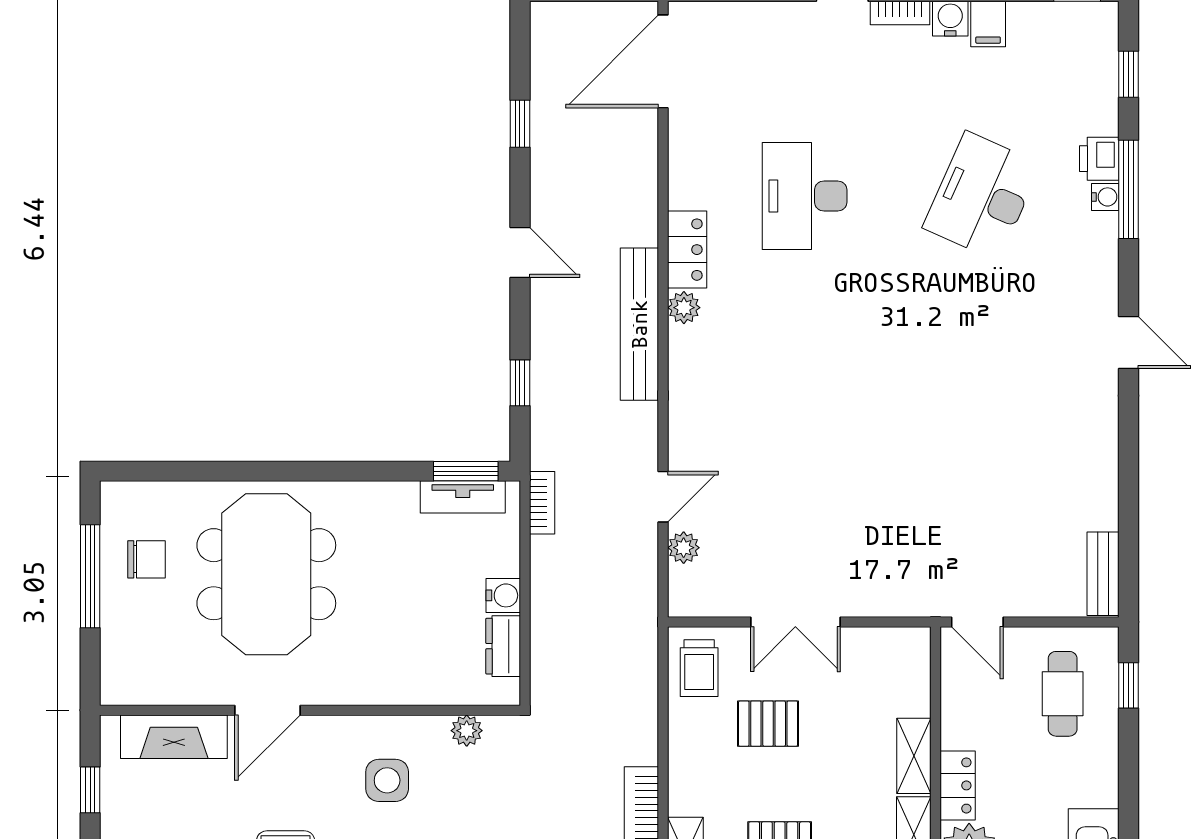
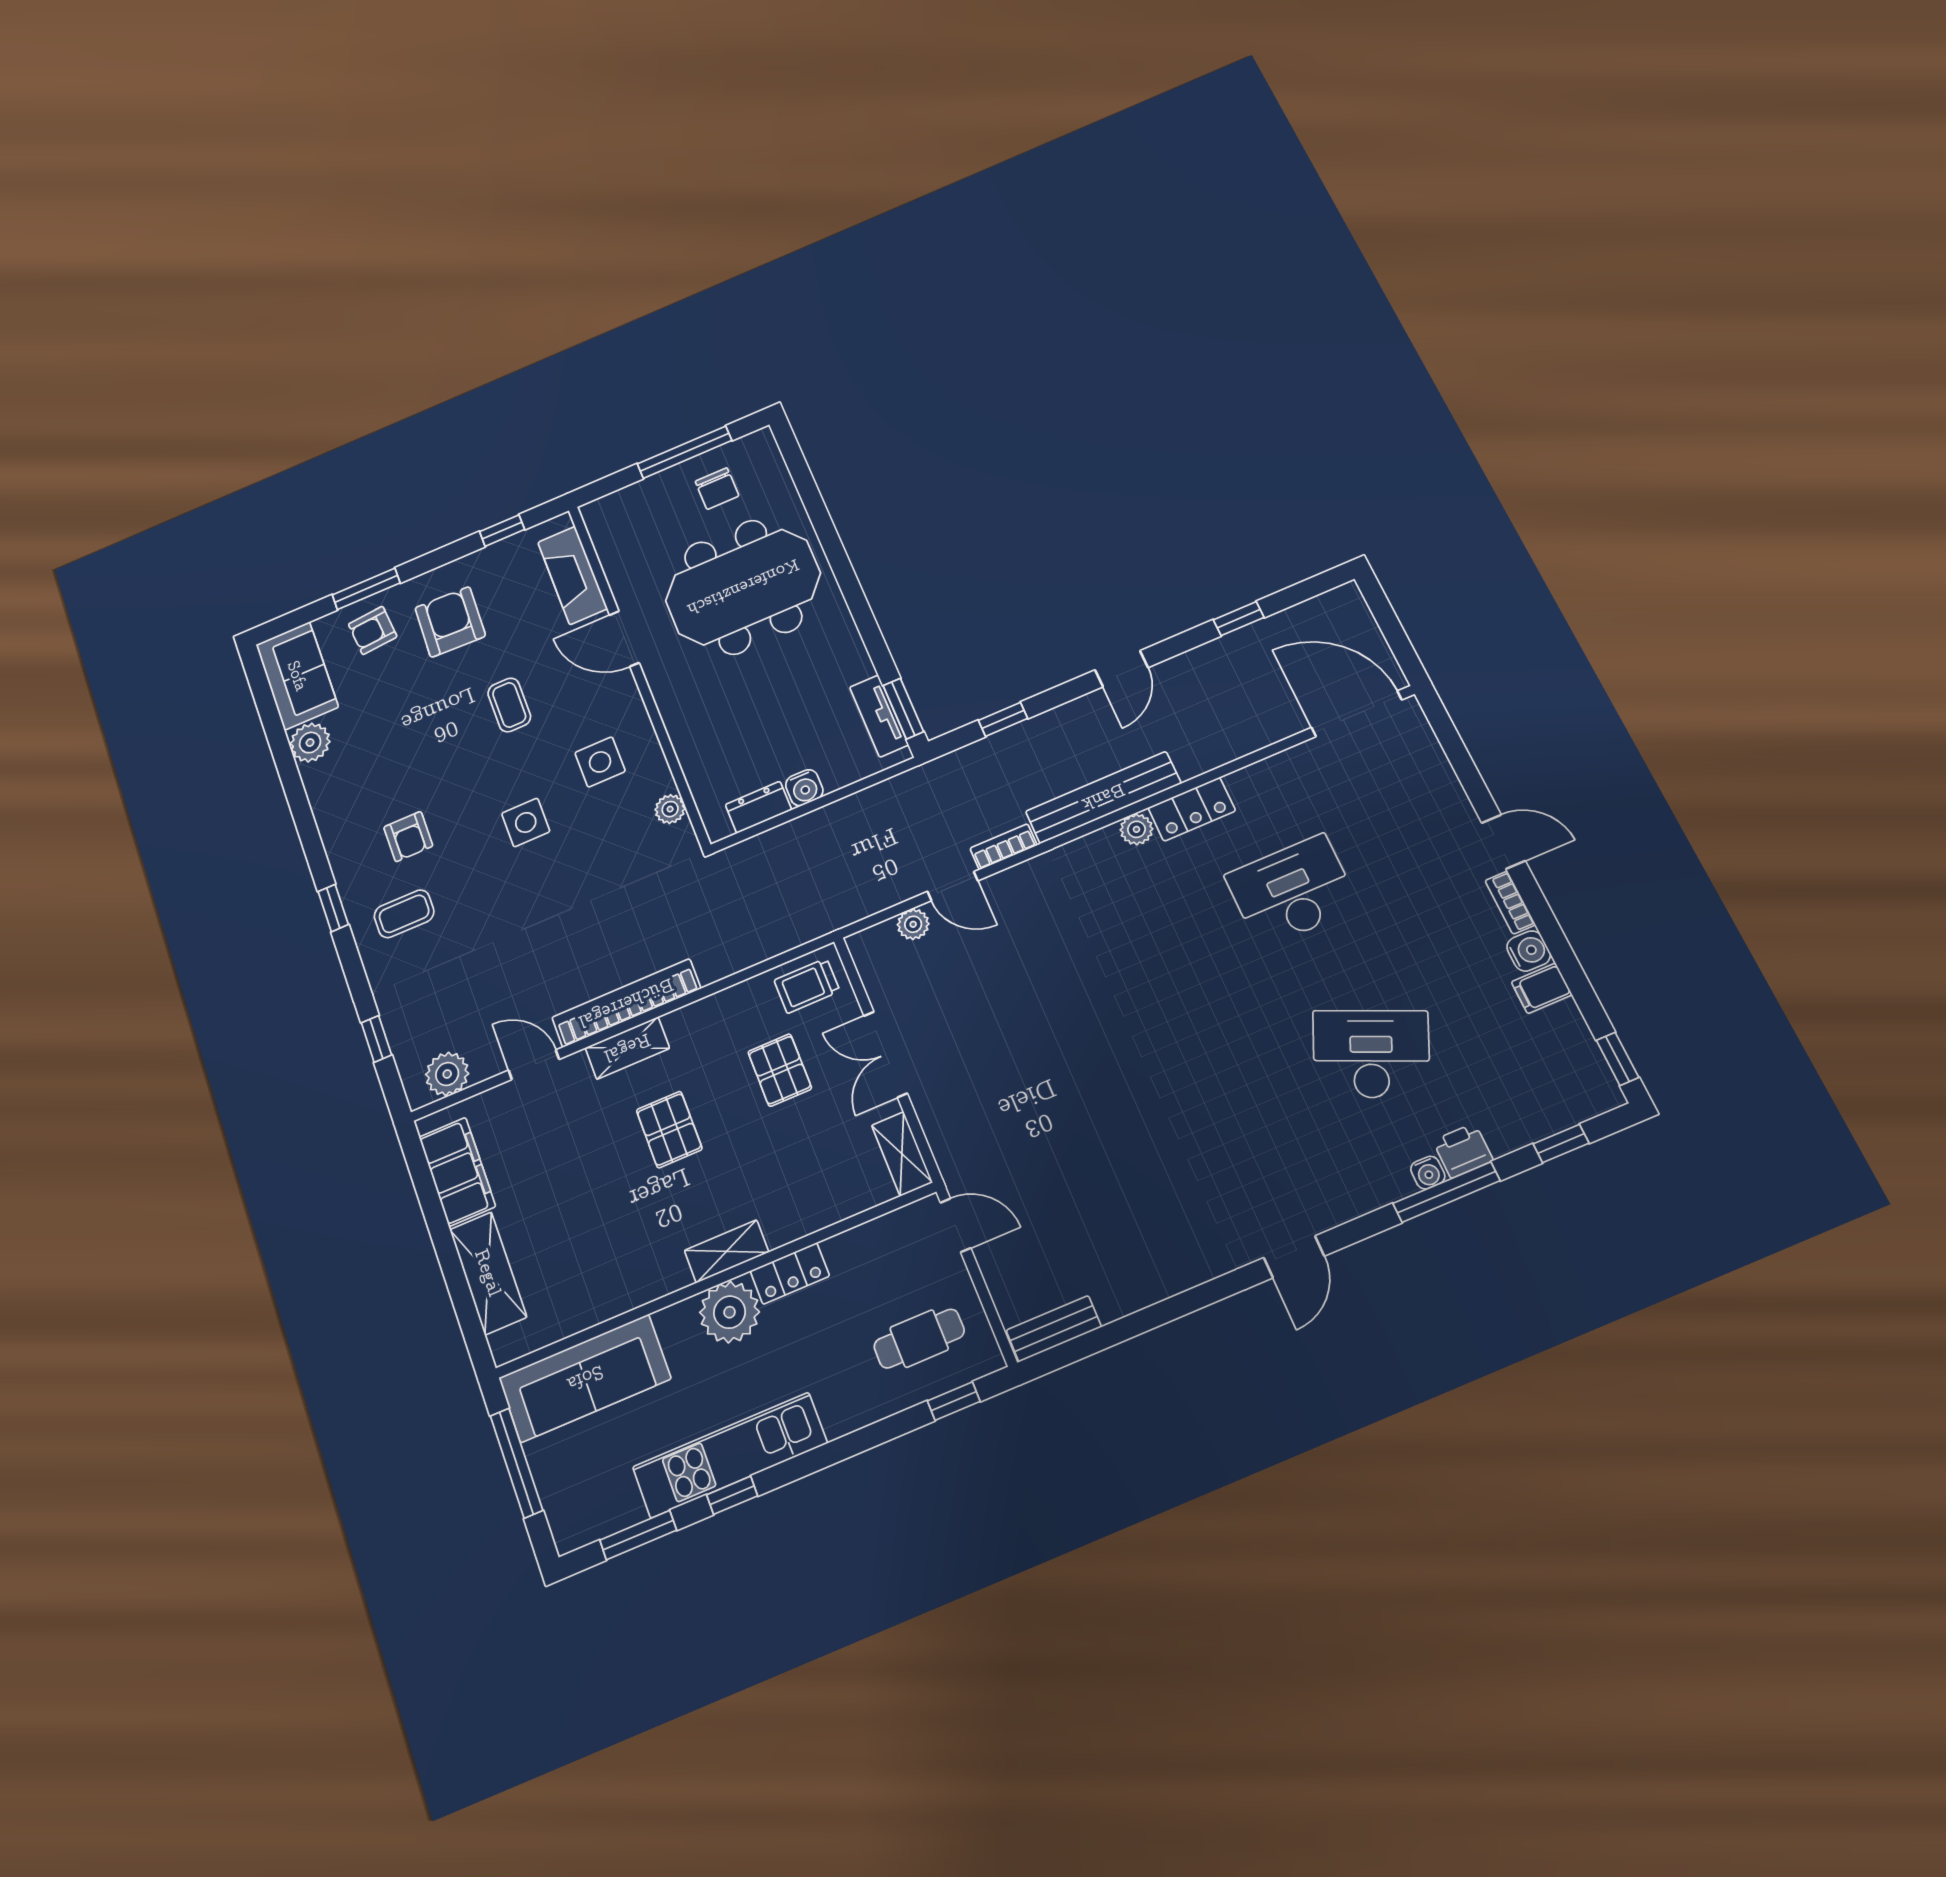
bookcase: (542, 503) -> (1003, 847), moved, turned 180
door: (977, 622) -> (955, 1225), swing flipped
shelving: (914, 756) -> (902, 1154), moved, turned 90

